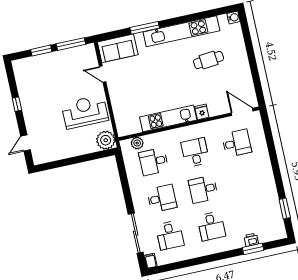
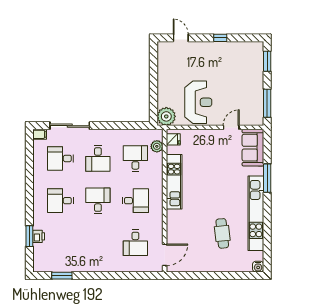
window: (41, 51) -> (267, 61), moved
fridge: (202, 112) -> (173, 139), moved

